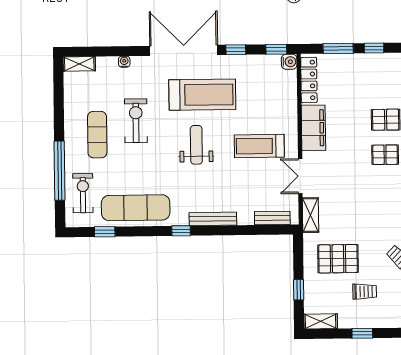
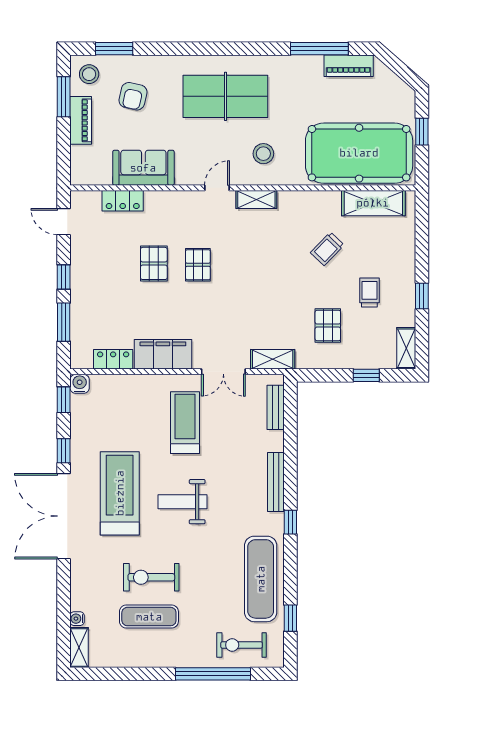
water cooler: (124, 62) -> (77, 619), moved
locker: (309, 80) -> (113, 359), width x0.66
exercise mat: (97, 135) -> (149, 617), moved
treadmill: (259, 146) -> (185, 423), turned 180
pallet: (338, 259) -> (328, 326), width x0.67, depth x0.71

